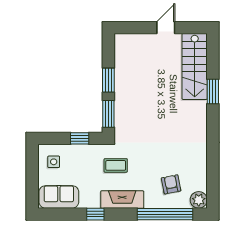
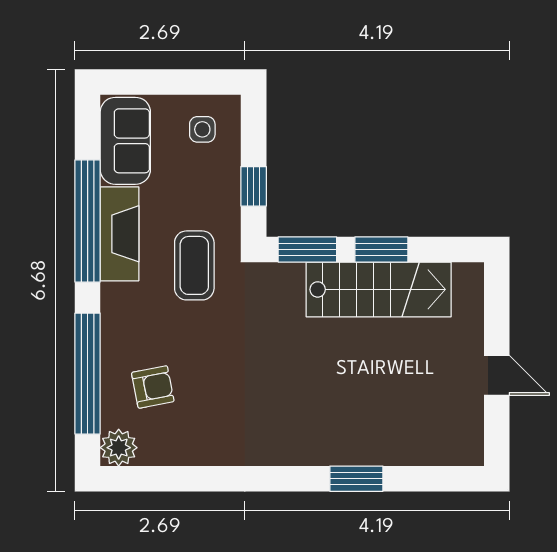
stairs: (195, 66) -> (379, 289), moved, turned 180
coffee table: (116, 165) -> (194, 265), width x1.36, depth x1.30
fireplace: (122, 200) -> (120, 234), moved
window: (95, 214) -> (88, 221), width x3.17

